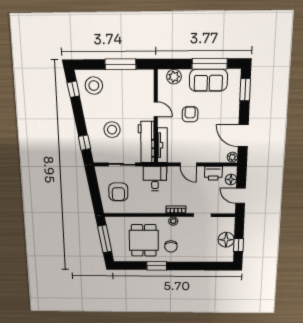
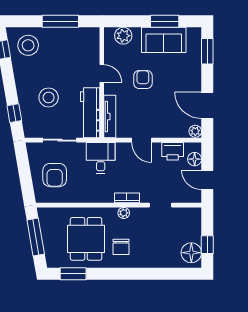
window: (210, 64) -> (165, 21), width x0.69
floor lamp: (226, 240) -> (191, 253), moved
window: (157, 266) -> (73, 274), moved

